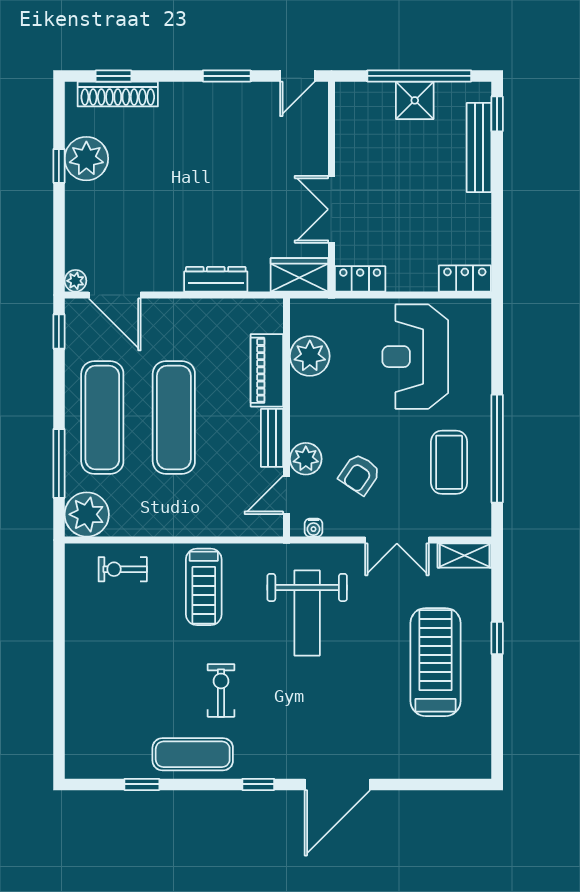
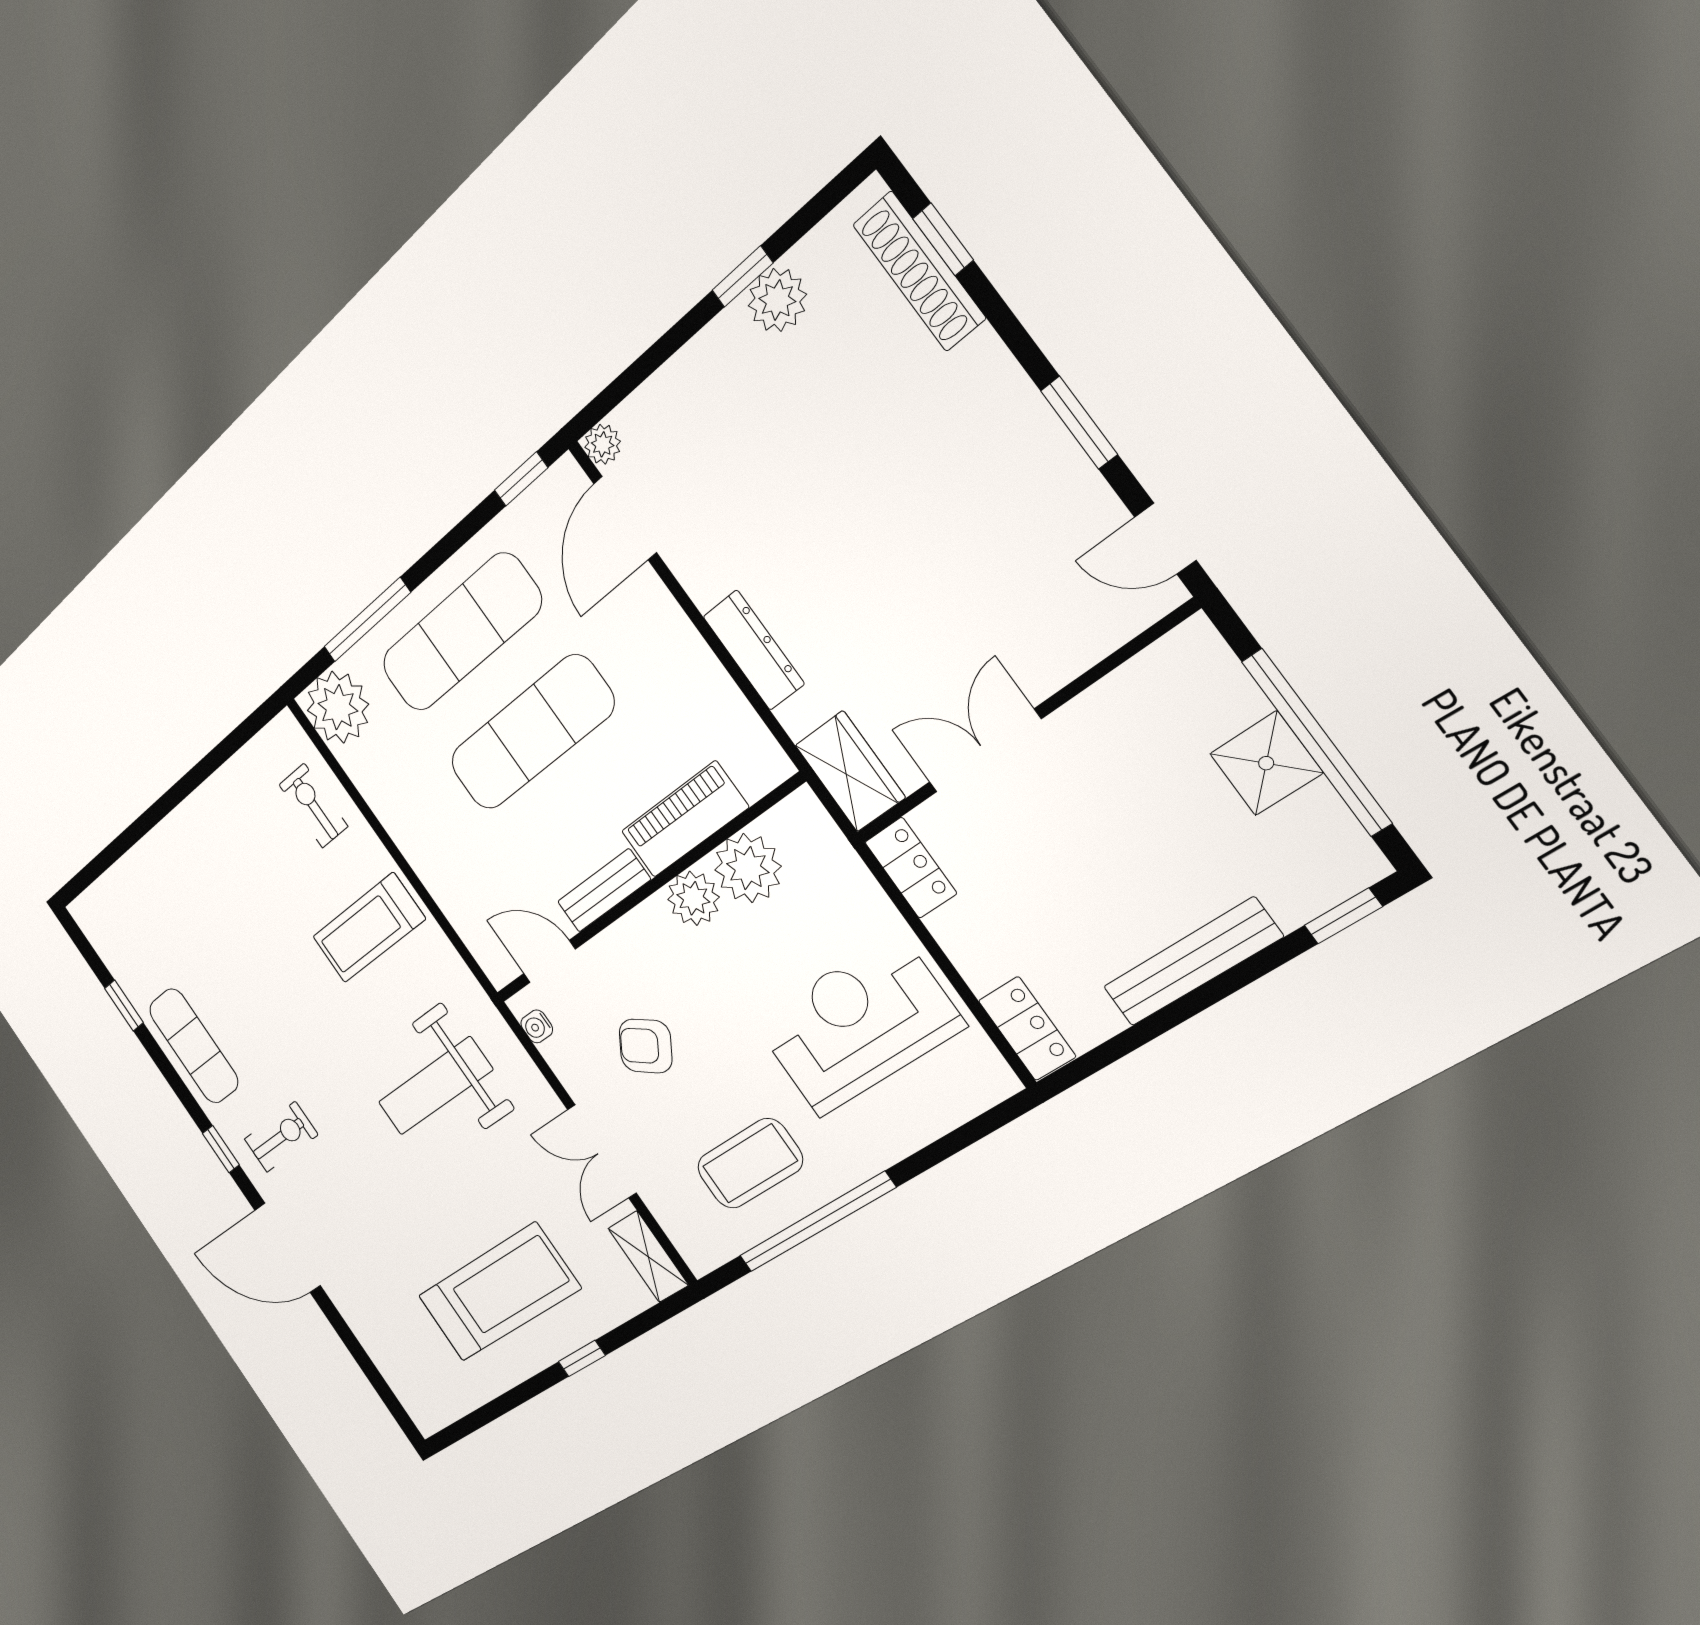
bench: (479, 147) -> (1192, 962), moved
plant: (86, 159) -> (777, 300), width x0.73, depth x0.73
plant: (306, 459) -> (693, 898), moved
exercise bike: (221, 690) -> (281, 1137), moved

